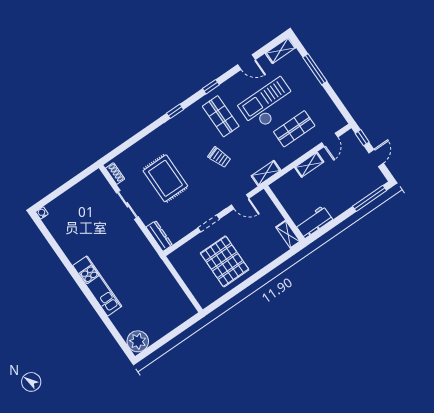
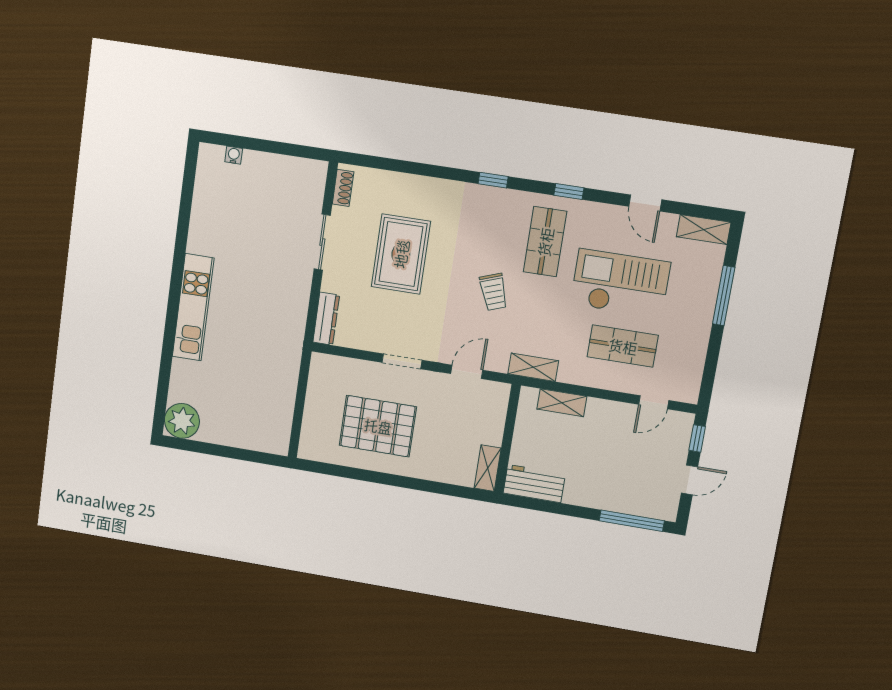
shelving: (309, 165) -> (562, 403), moved
door: (240, 202) -> (467, 372), swing flipped
water cooler: (42, 213) -> (234, 155), moved
pallet: (225, 261) -> (378, 426), turned 90

